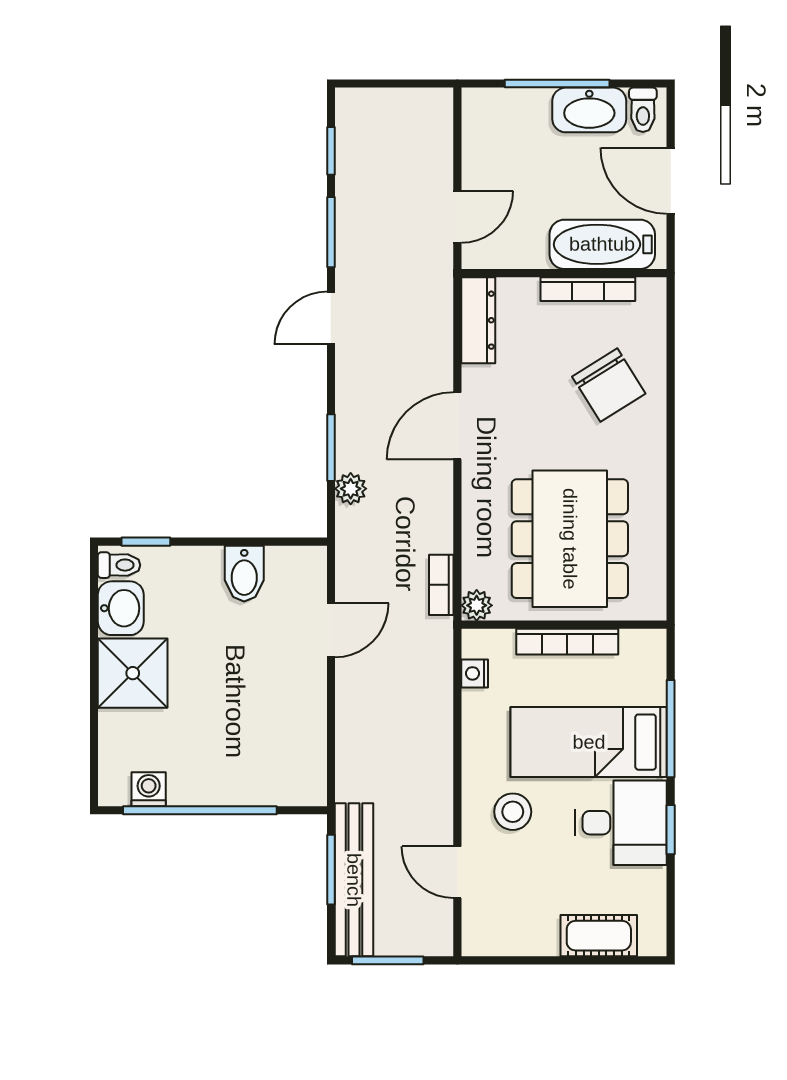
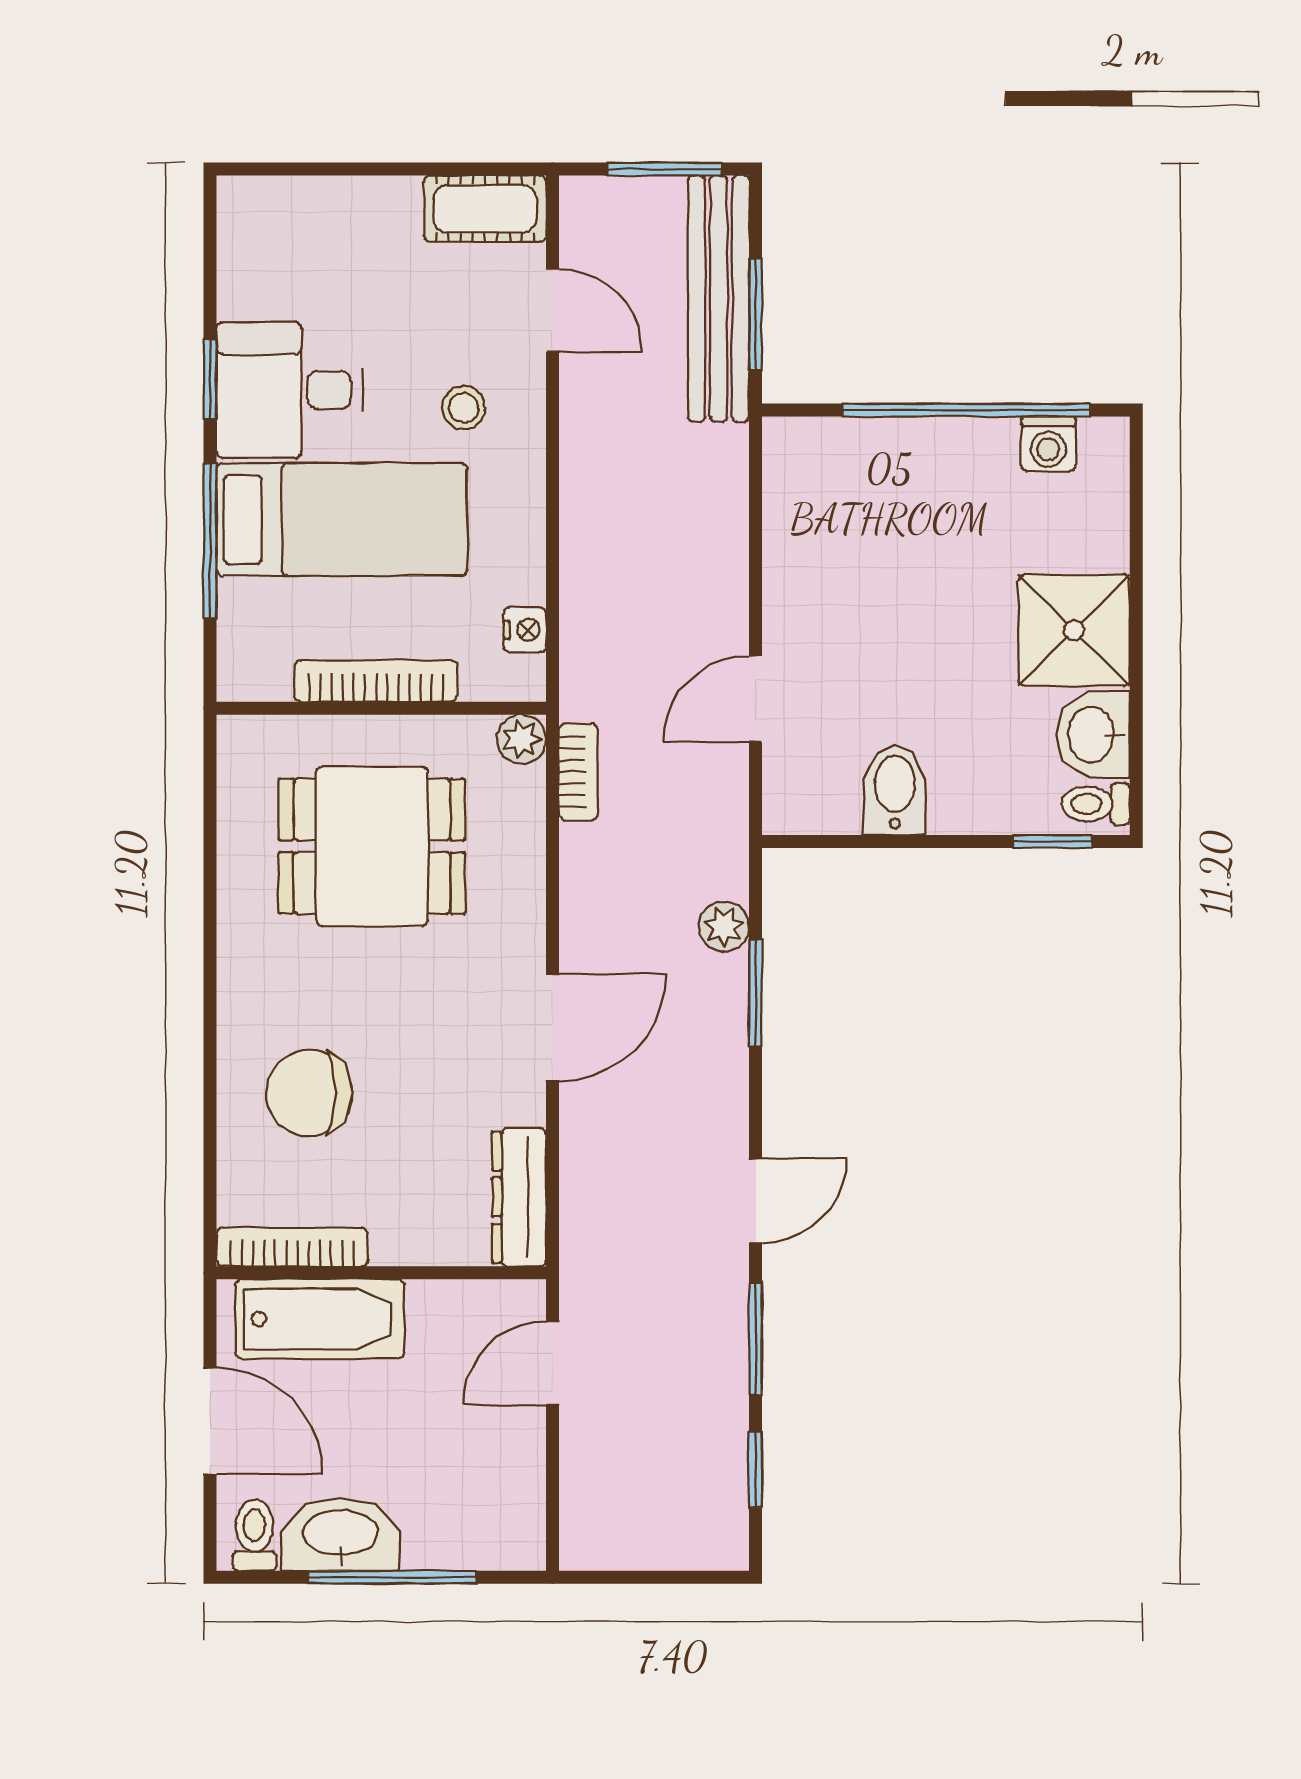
bookcase: (588, 289) -> (292, 1247), moved
chair: (609, 385) -> (309, 1093), turned -58
dining table: (570, 539) -> (372, 846), width x0.73
stool: (513, 812) -> (464, 408), width x0.73, depth x0.73
cot: (599, 936) -> (485, 209), moved

